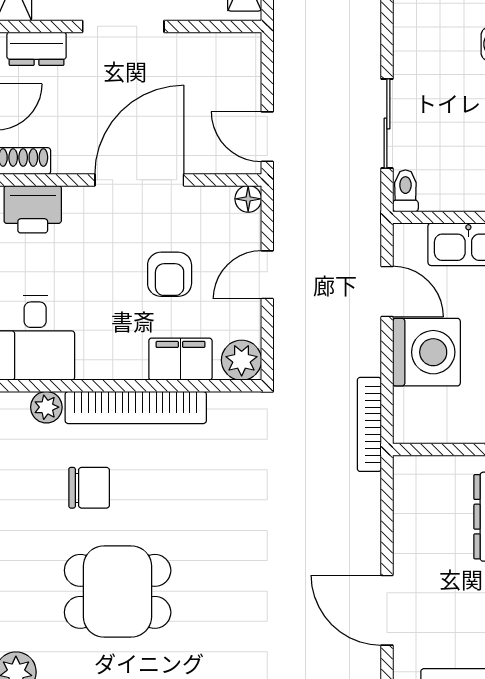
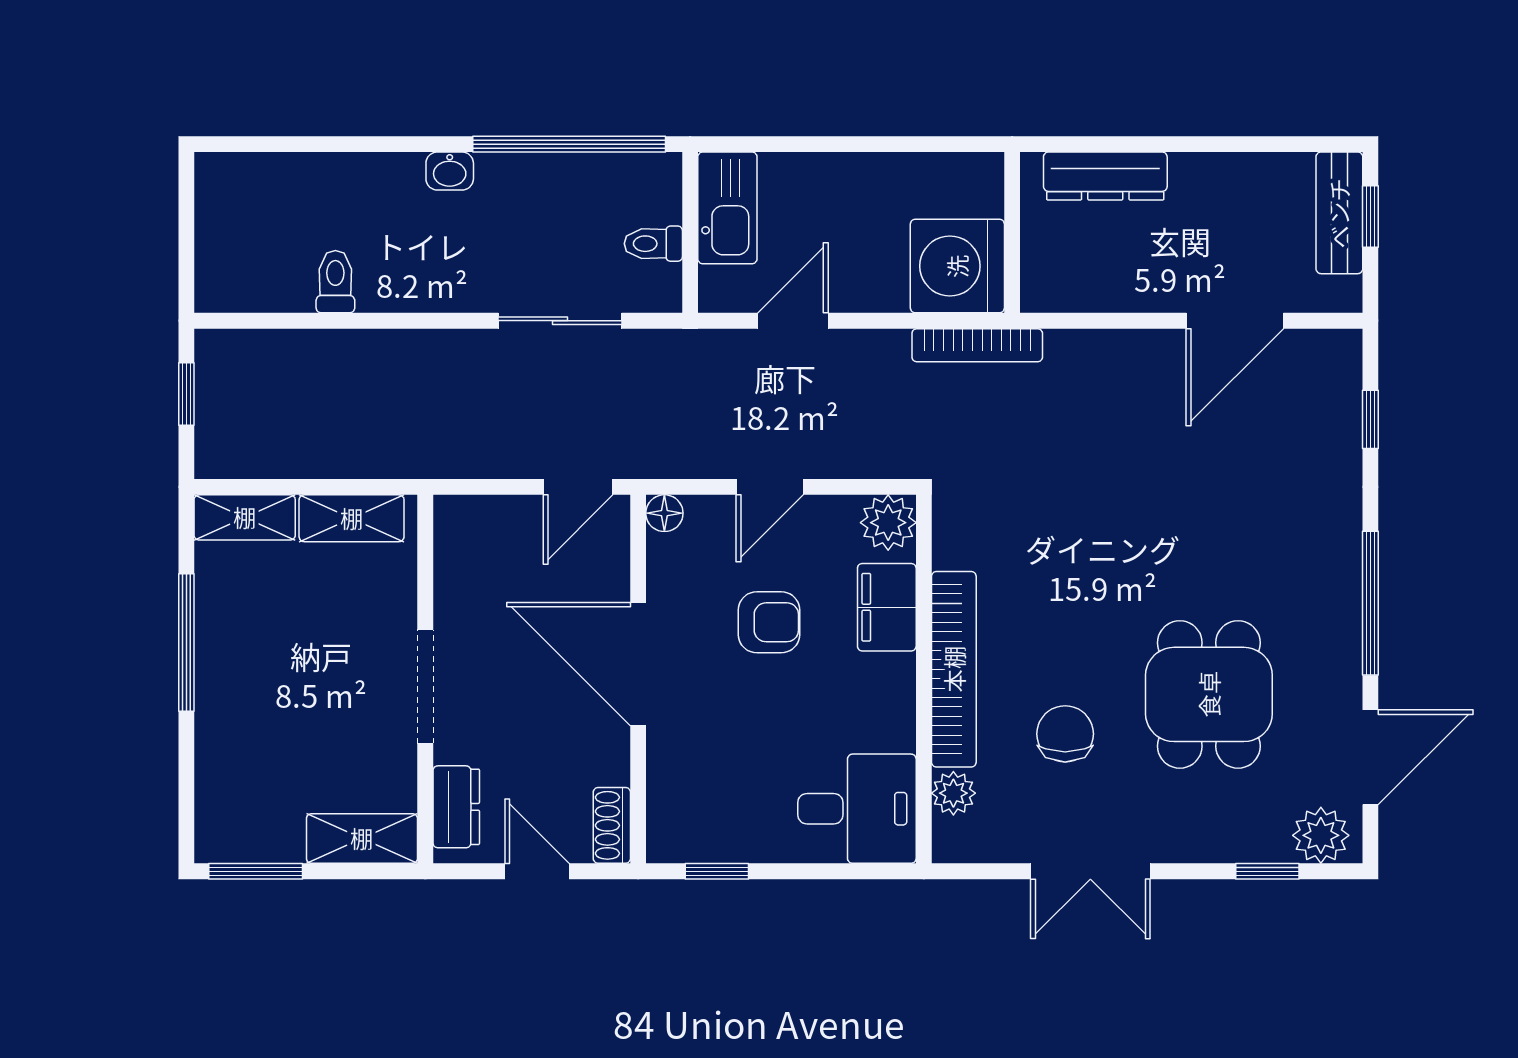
toilet: (405, 191) -> (653, 244), moved
printer: (33, 209) -> (679, 812), removed
door: (267, 275) -> (770, 487), hinge flipped
washing machine: (426, 352) -> (957, 266), moved, turned -90

